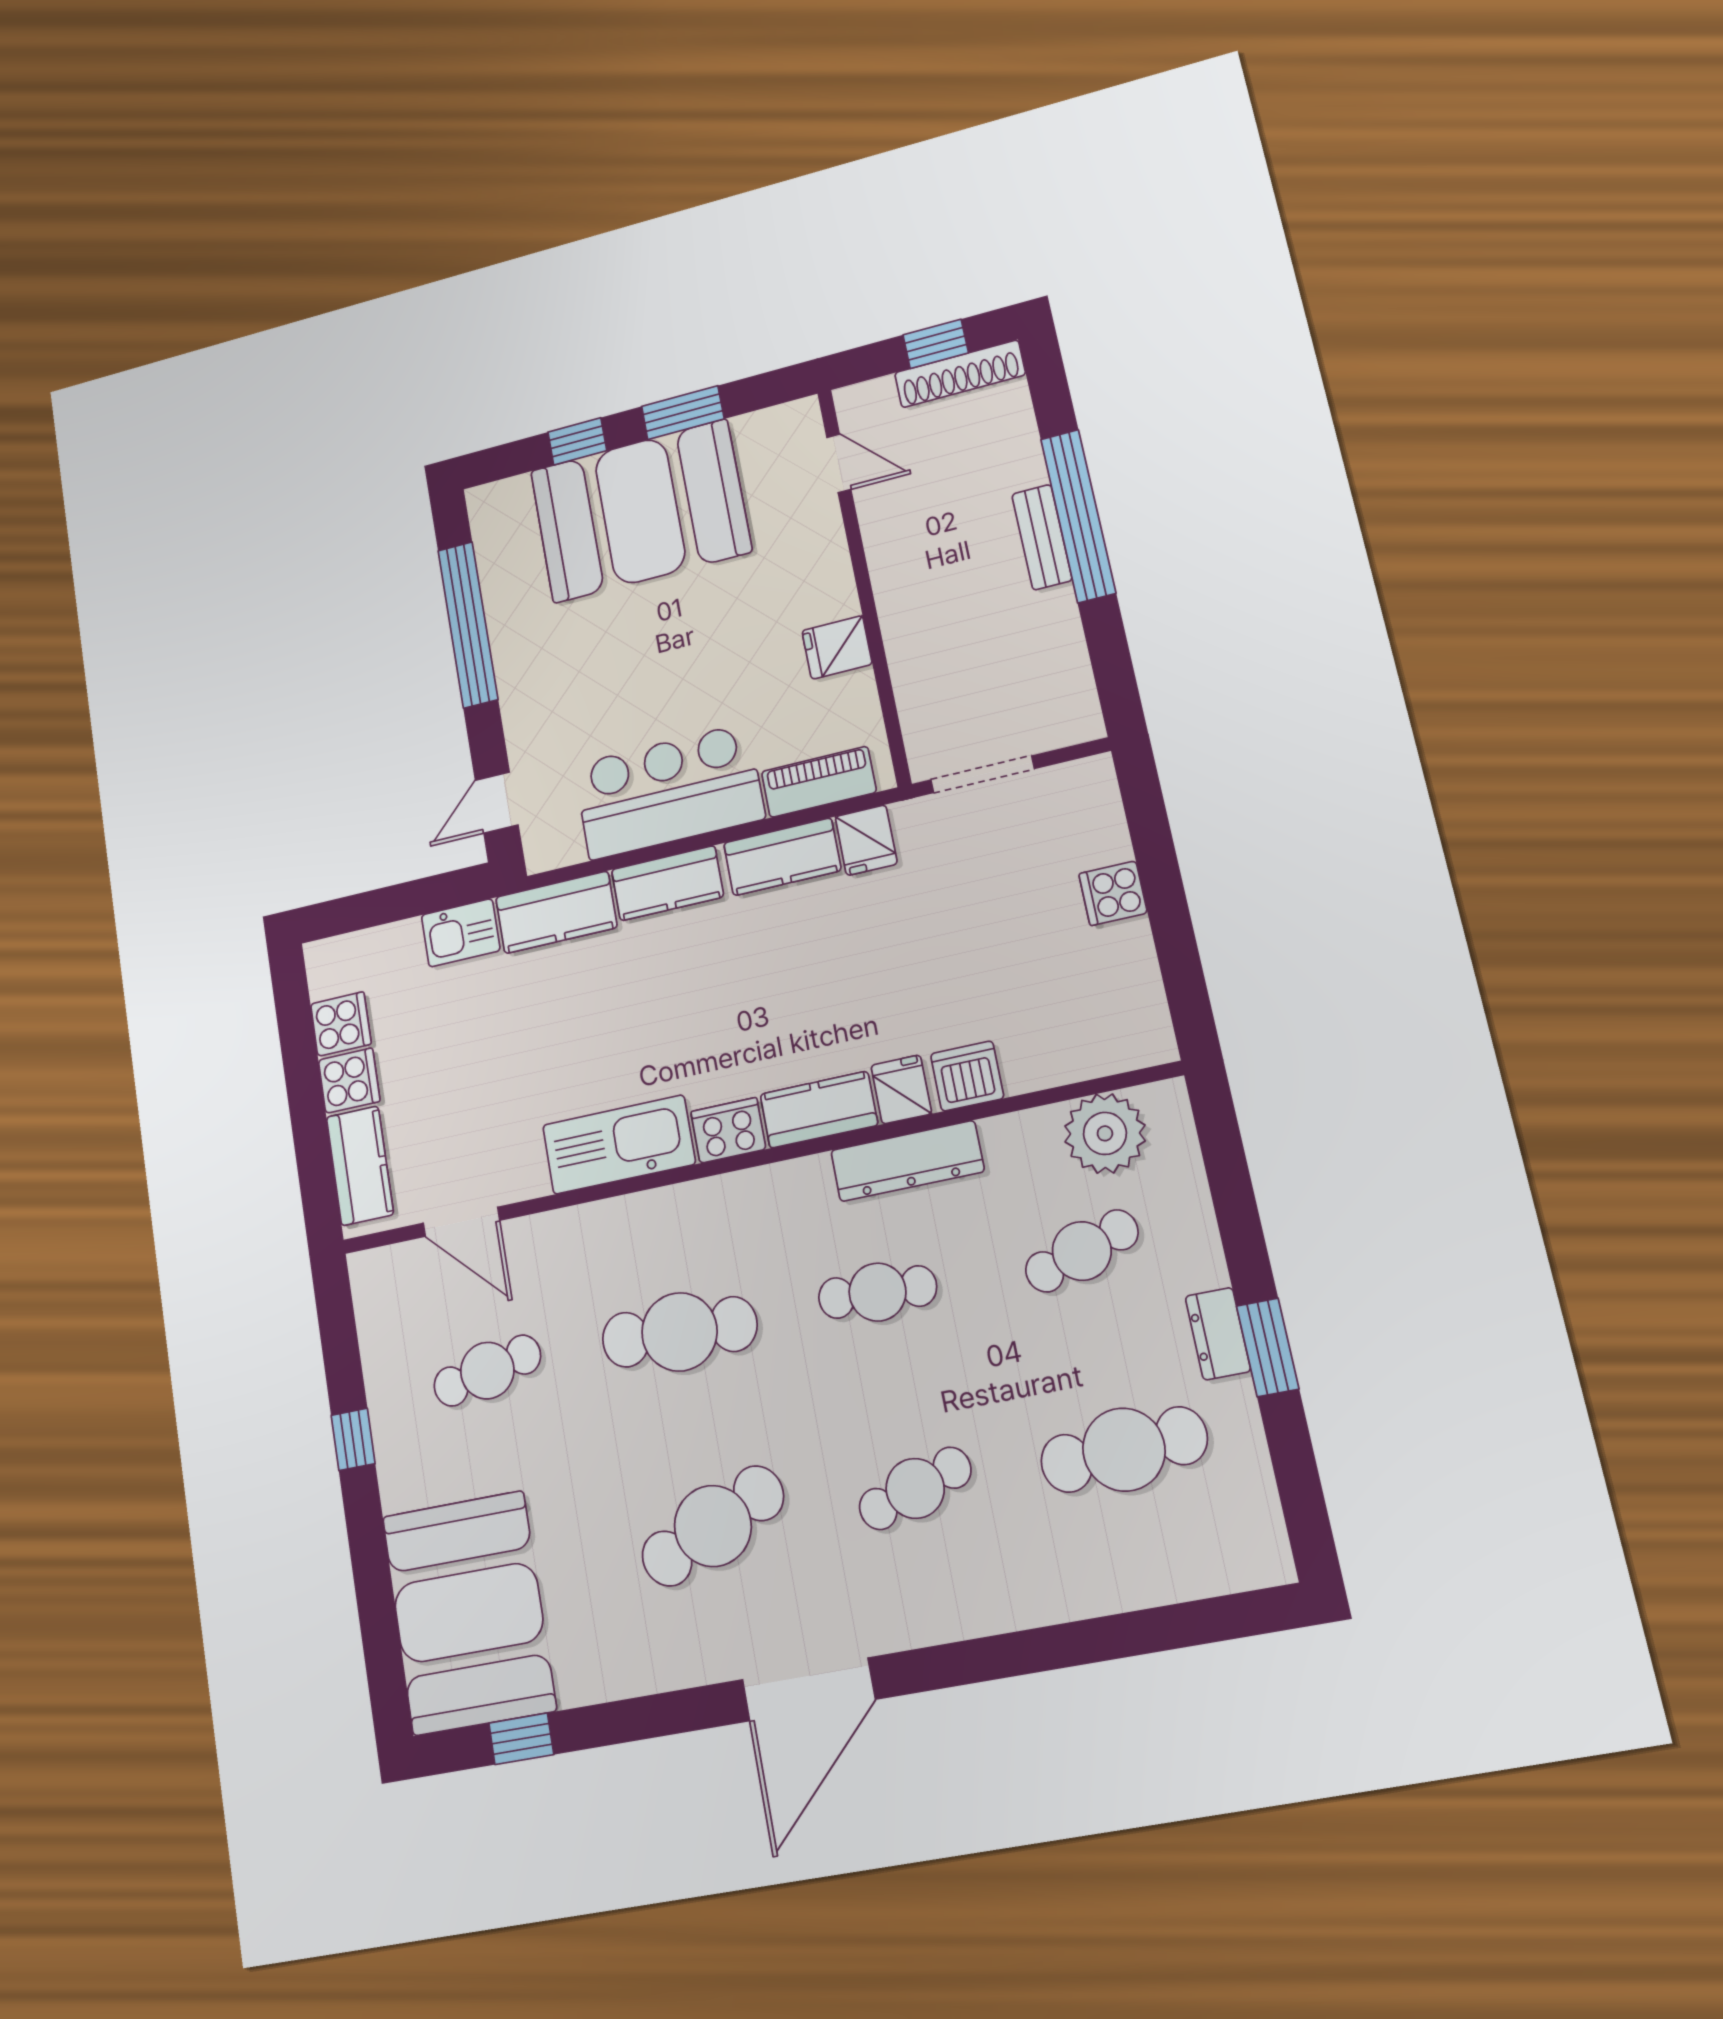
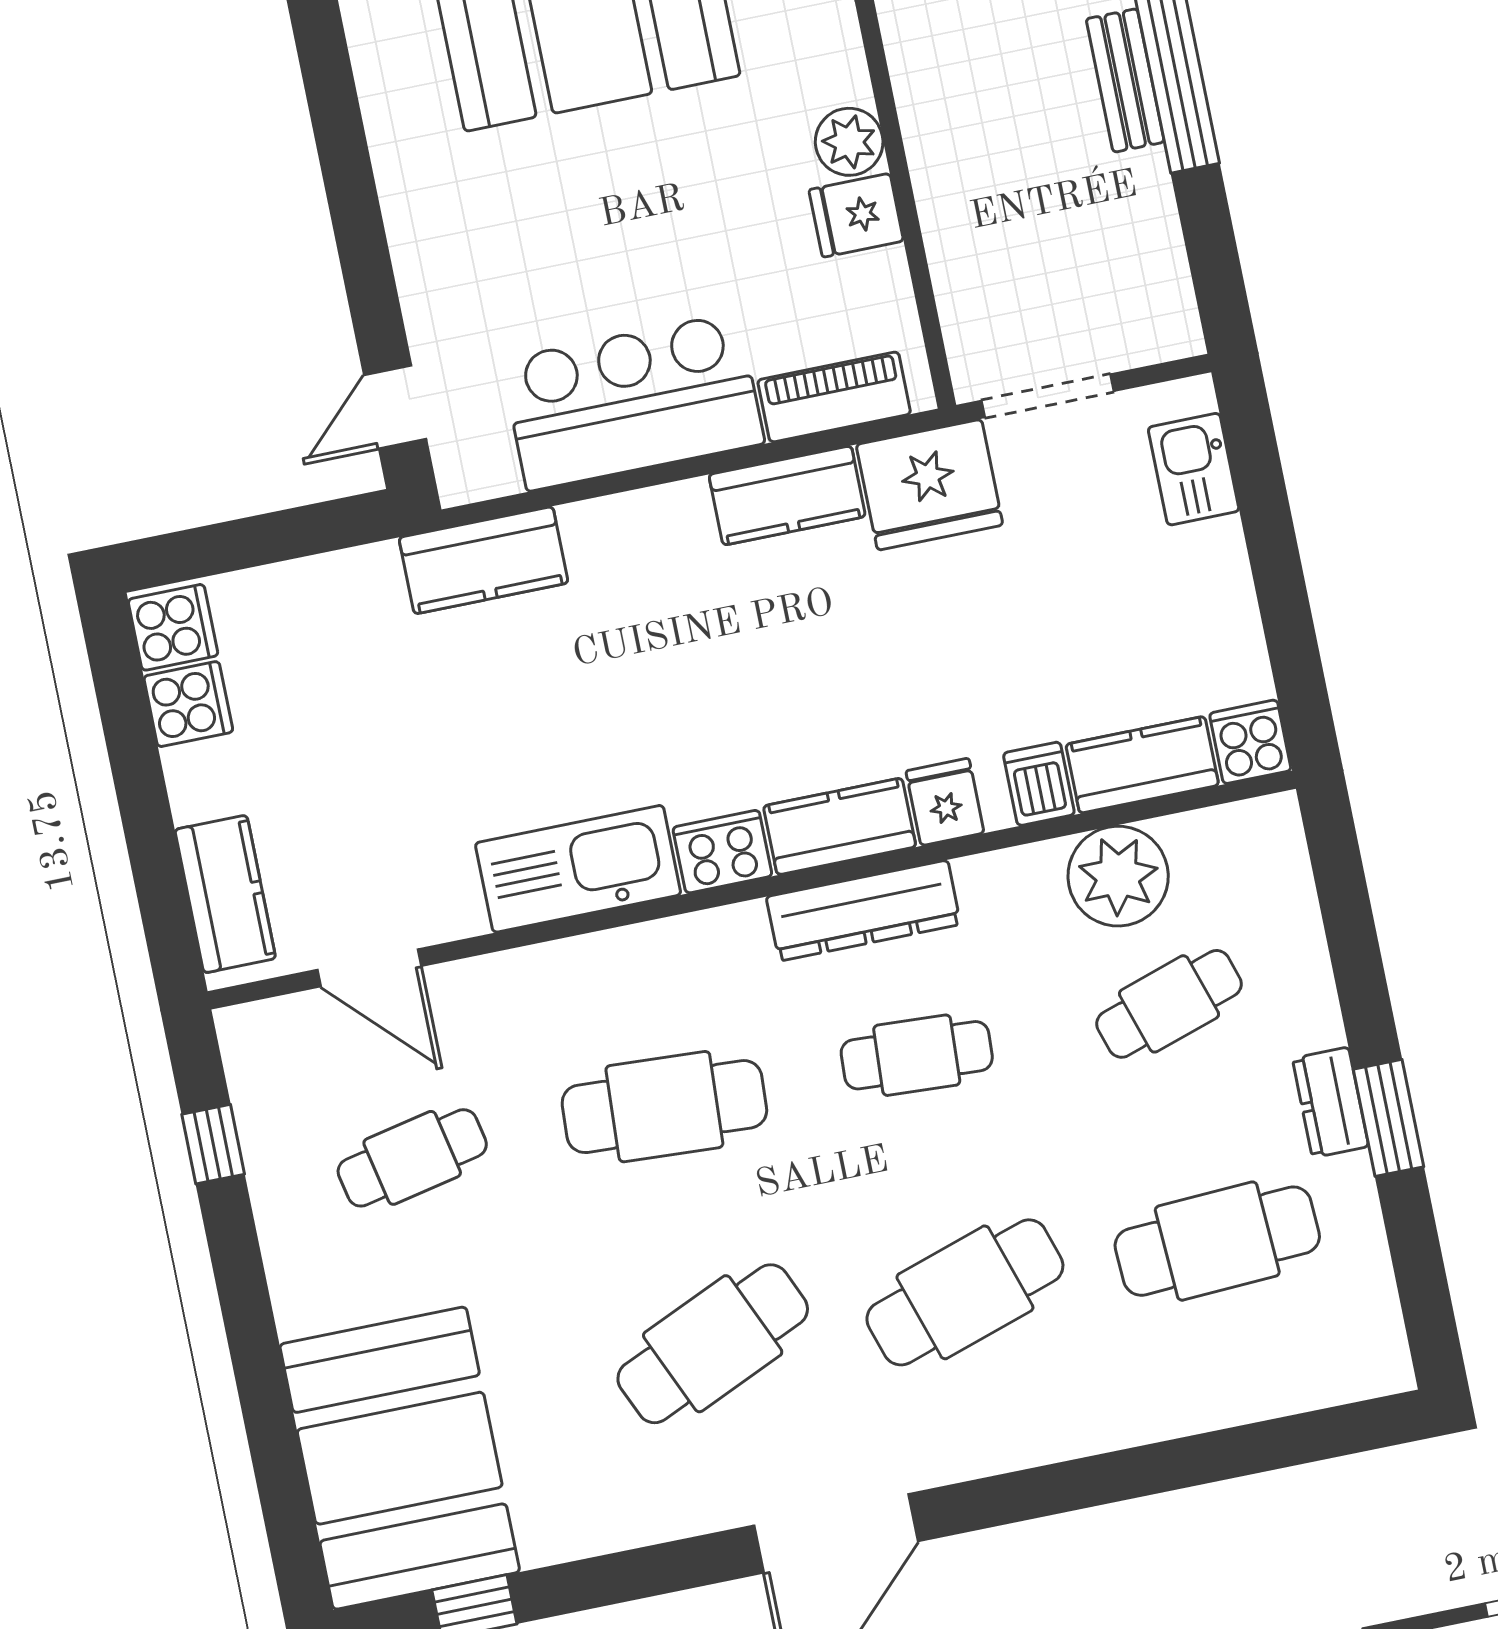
plant: (832, 594) -> (849, 142), added
window: (468, 625) -> (344, 154), removed
fridge: (866, 840) -> (930, 485), width x1.88, depth x1.34
kitchen counter: (667, 883) -> (1142, 765), moved, turned 180
cooker: (1113, 893) -> (1250, 742), moved, turned 90
kitchen sink: (461, 933) -> (1194, 469), moved, turned 90
dishwasher: (967, 1076) -> (1039, 784), width x0.73
cooker: (349, 1081) -> (173, 627), moved
plant: (1105, 1133) -> (1118, 876), moved
dresser: (907, 1161) -> (863, 911), moved
window: (353, 1439) -> (213, 1144), moved
cafe table: (915, 1488) -> (965, 1292), width x1.37, depth x1.35

